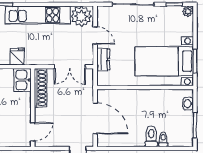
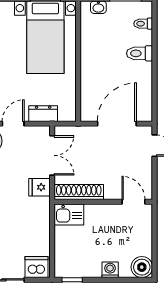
fridge: (17, 57) -> (39, 187), moved
toilet: (163, 139) -> (143, 24), moved

